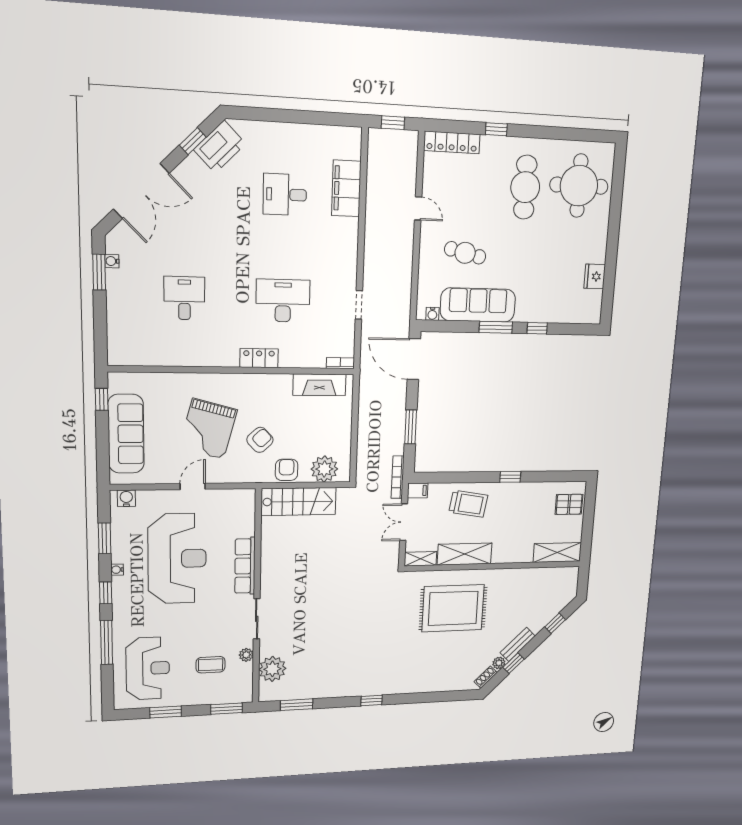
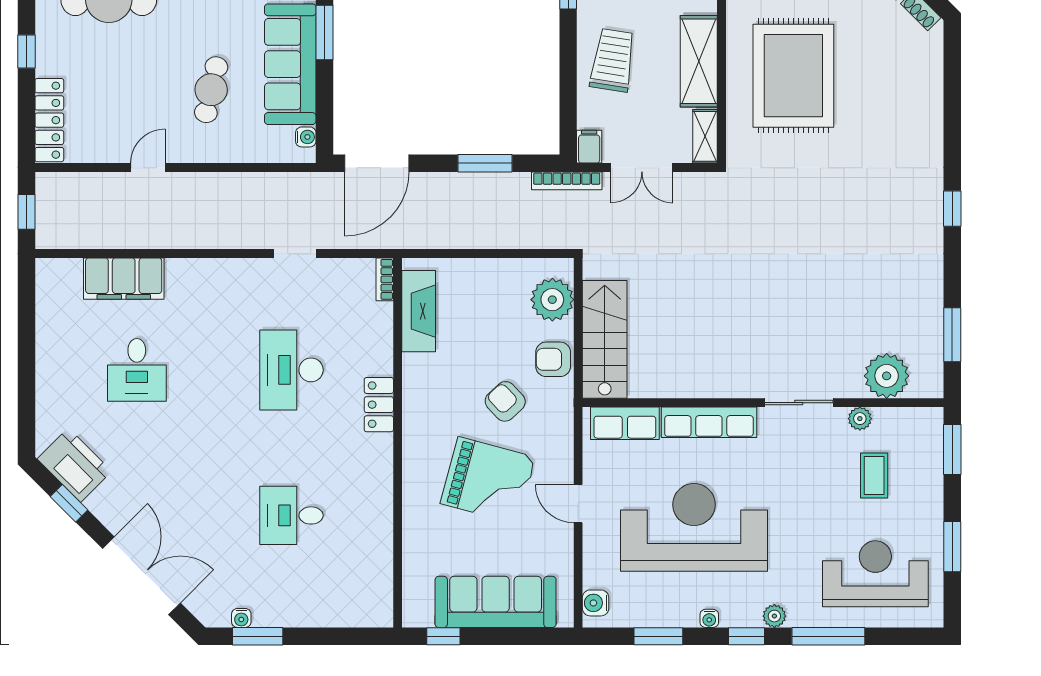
row of seats: (245, 515) -> (625, 423), added
plant: (119, 609) -> (774, 616), added

